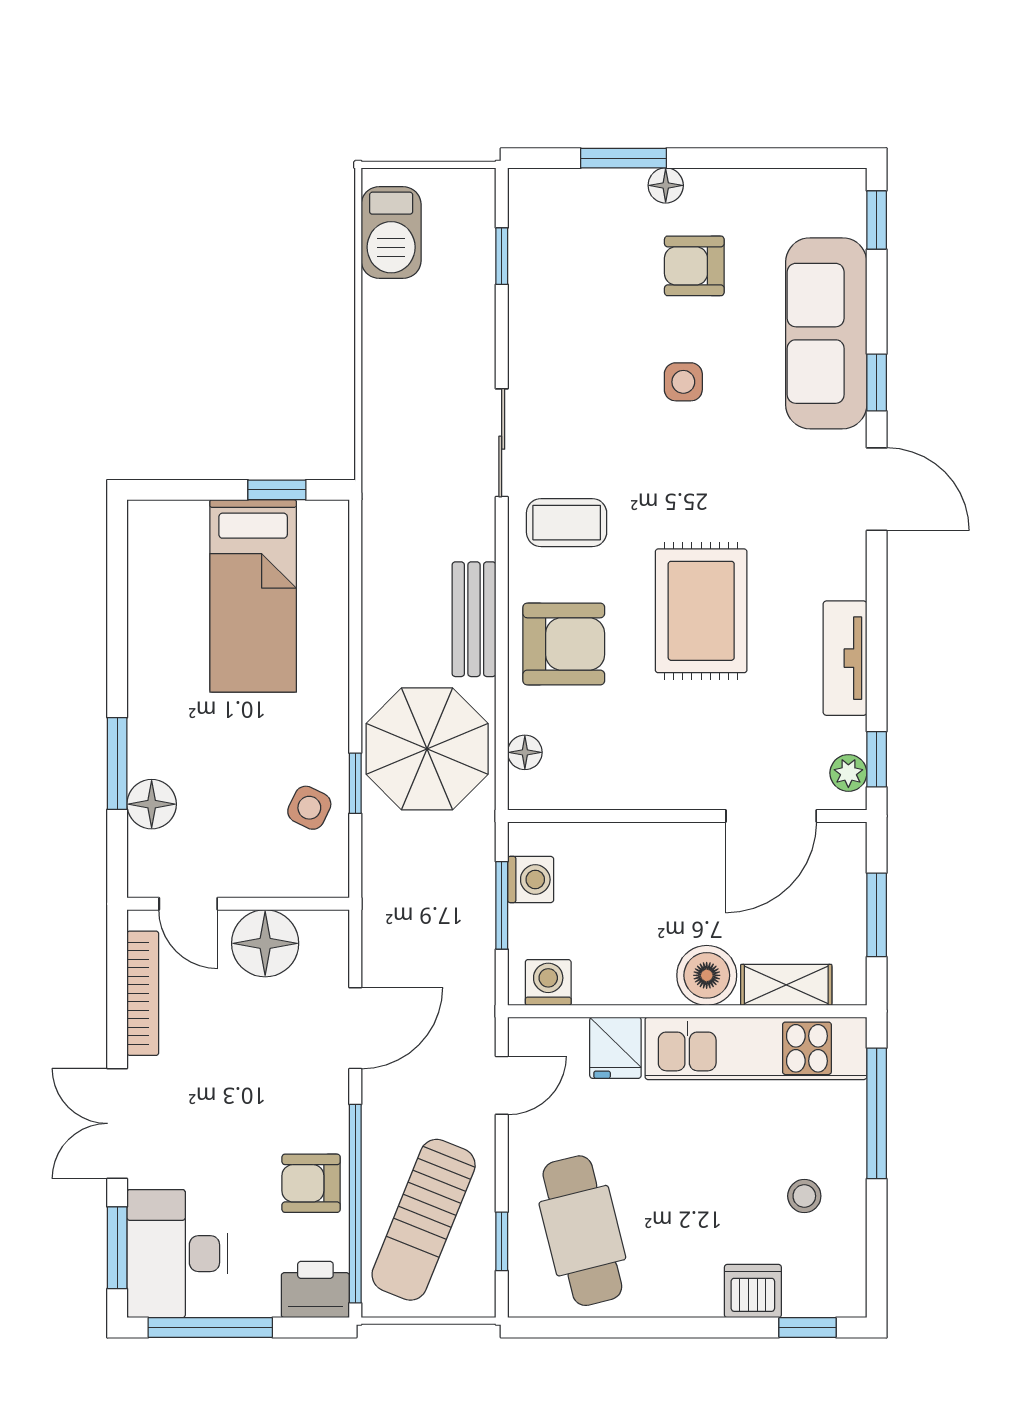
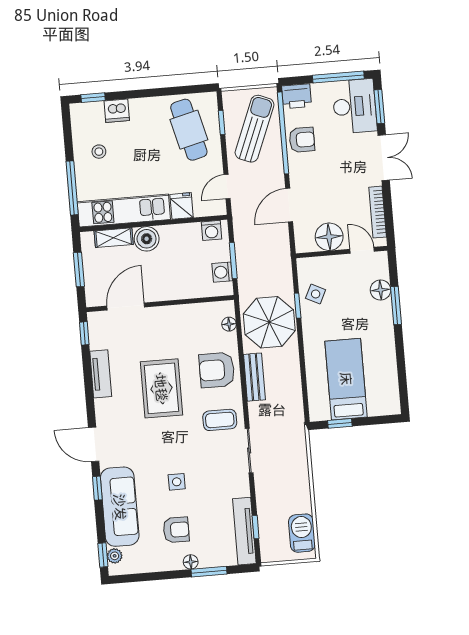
tv unit: (530, 249) -> (244, 531), added
plant: (848, 773) -> (115, 556), moved

